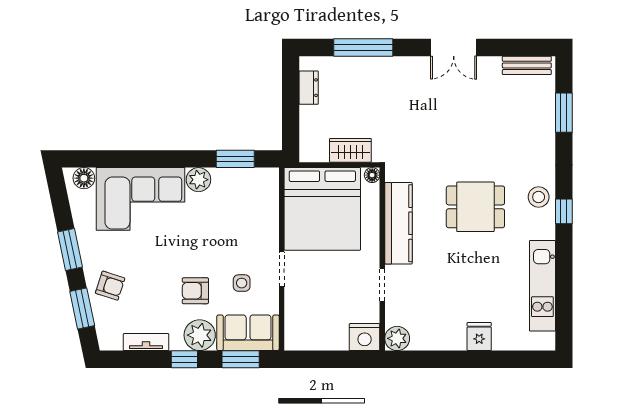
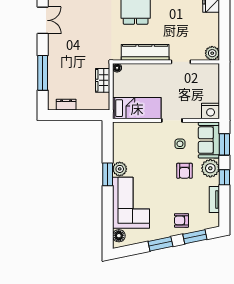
window: (235, 159) -> (108, 174), moved
bed: (322, 209) -> (137, 108), width x0.49
armchair: (110, 286) -> (181, 220), turned -108
nightstand: (365, 337) -> (211, 111), moved, turned 90

